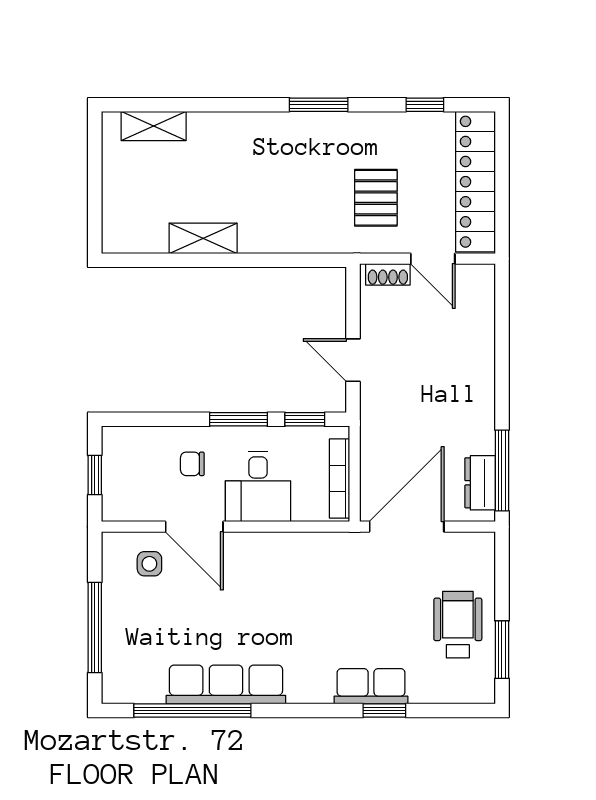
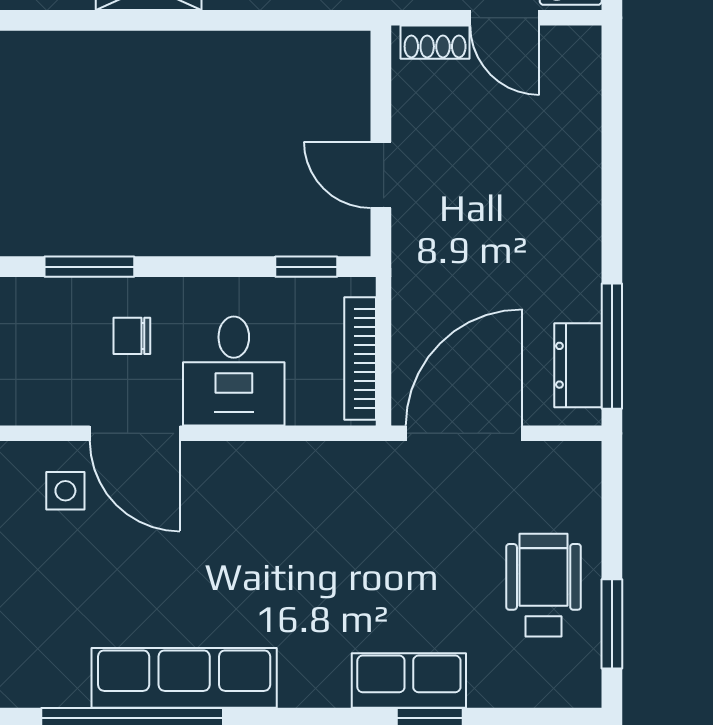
window: (239, 419) -> (89, 267), moved

